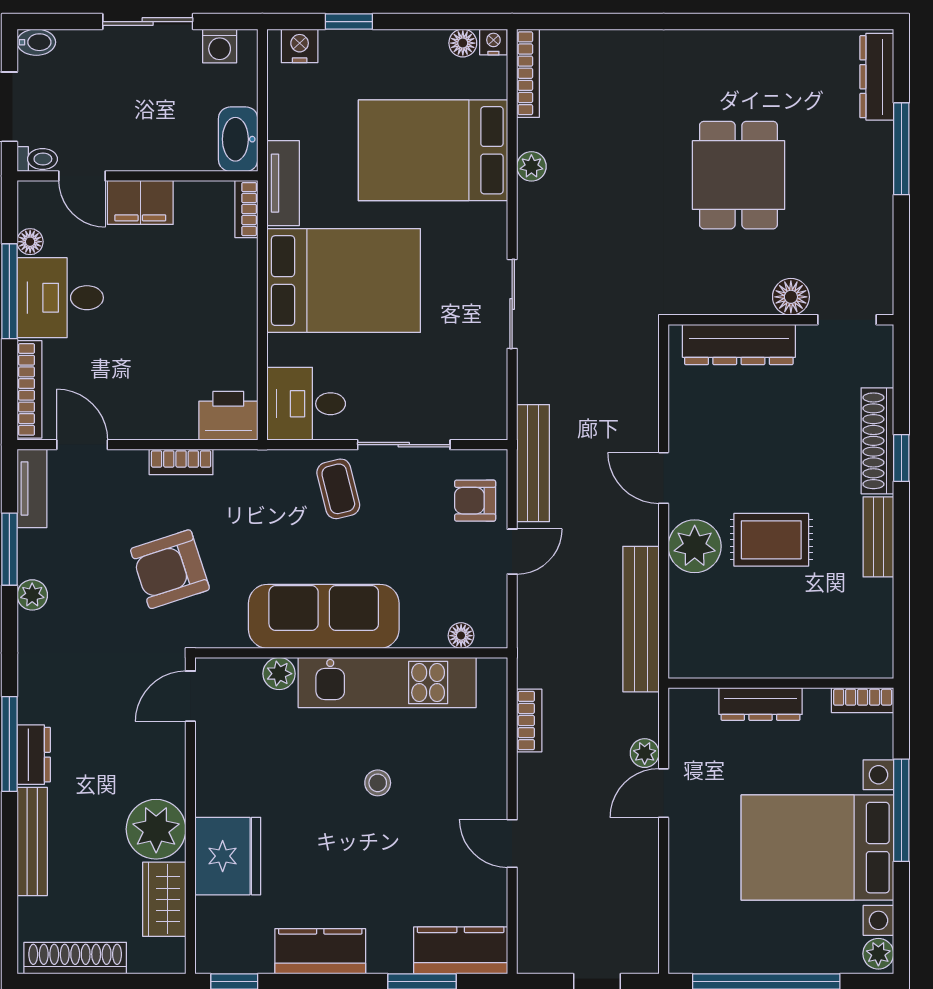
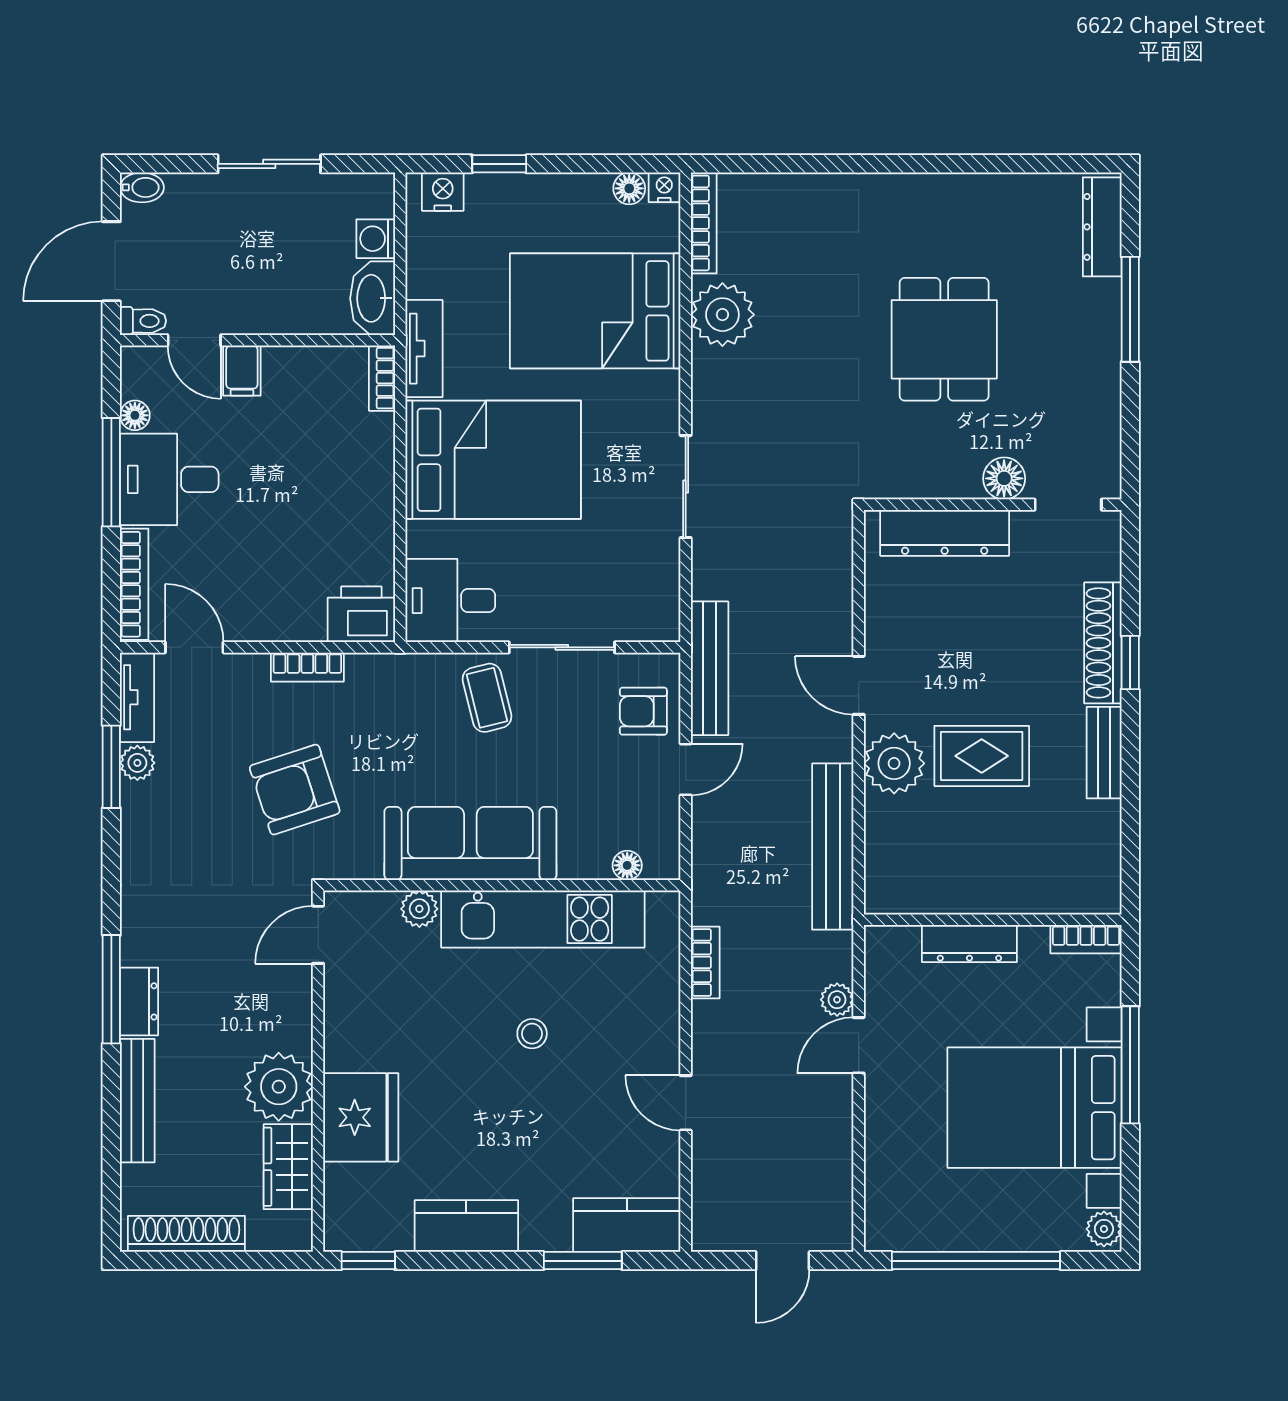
washing machine: (220, 46) -> (376, 239), moved, turned 90
plant: (531, 166) -> (722, 315), width x1.88, depth x1.88
filing cabinet: (140, 202) -> (242, 371), width x0.50
plant: (32, 595) -> (137, 763), moved

